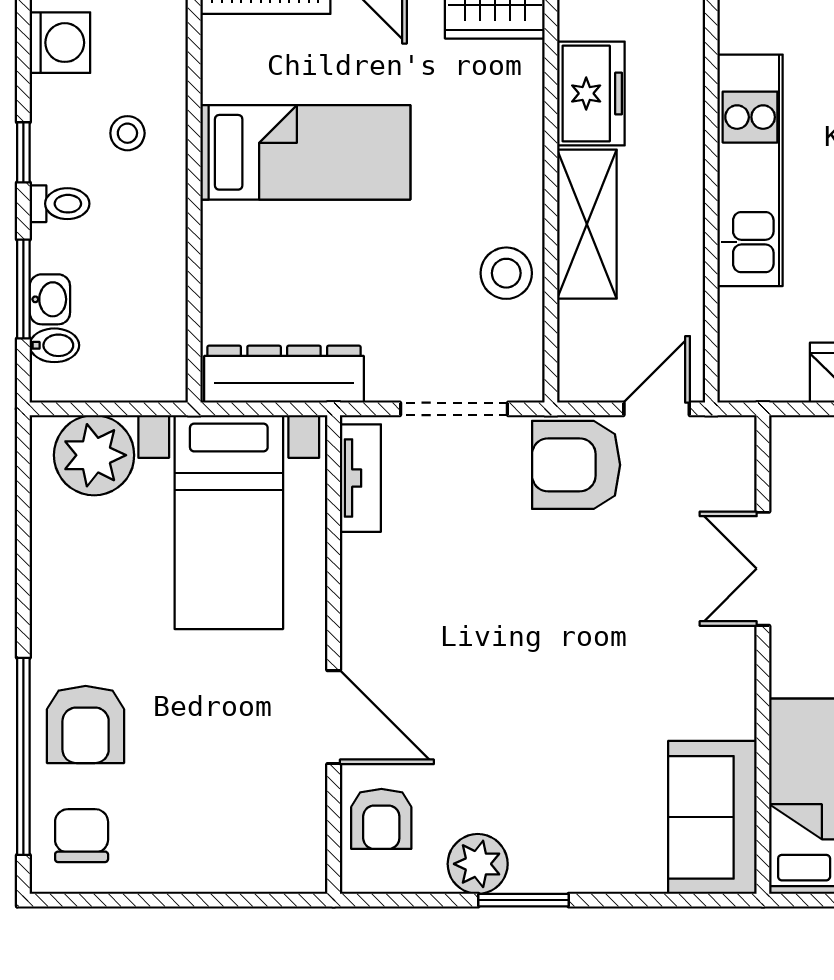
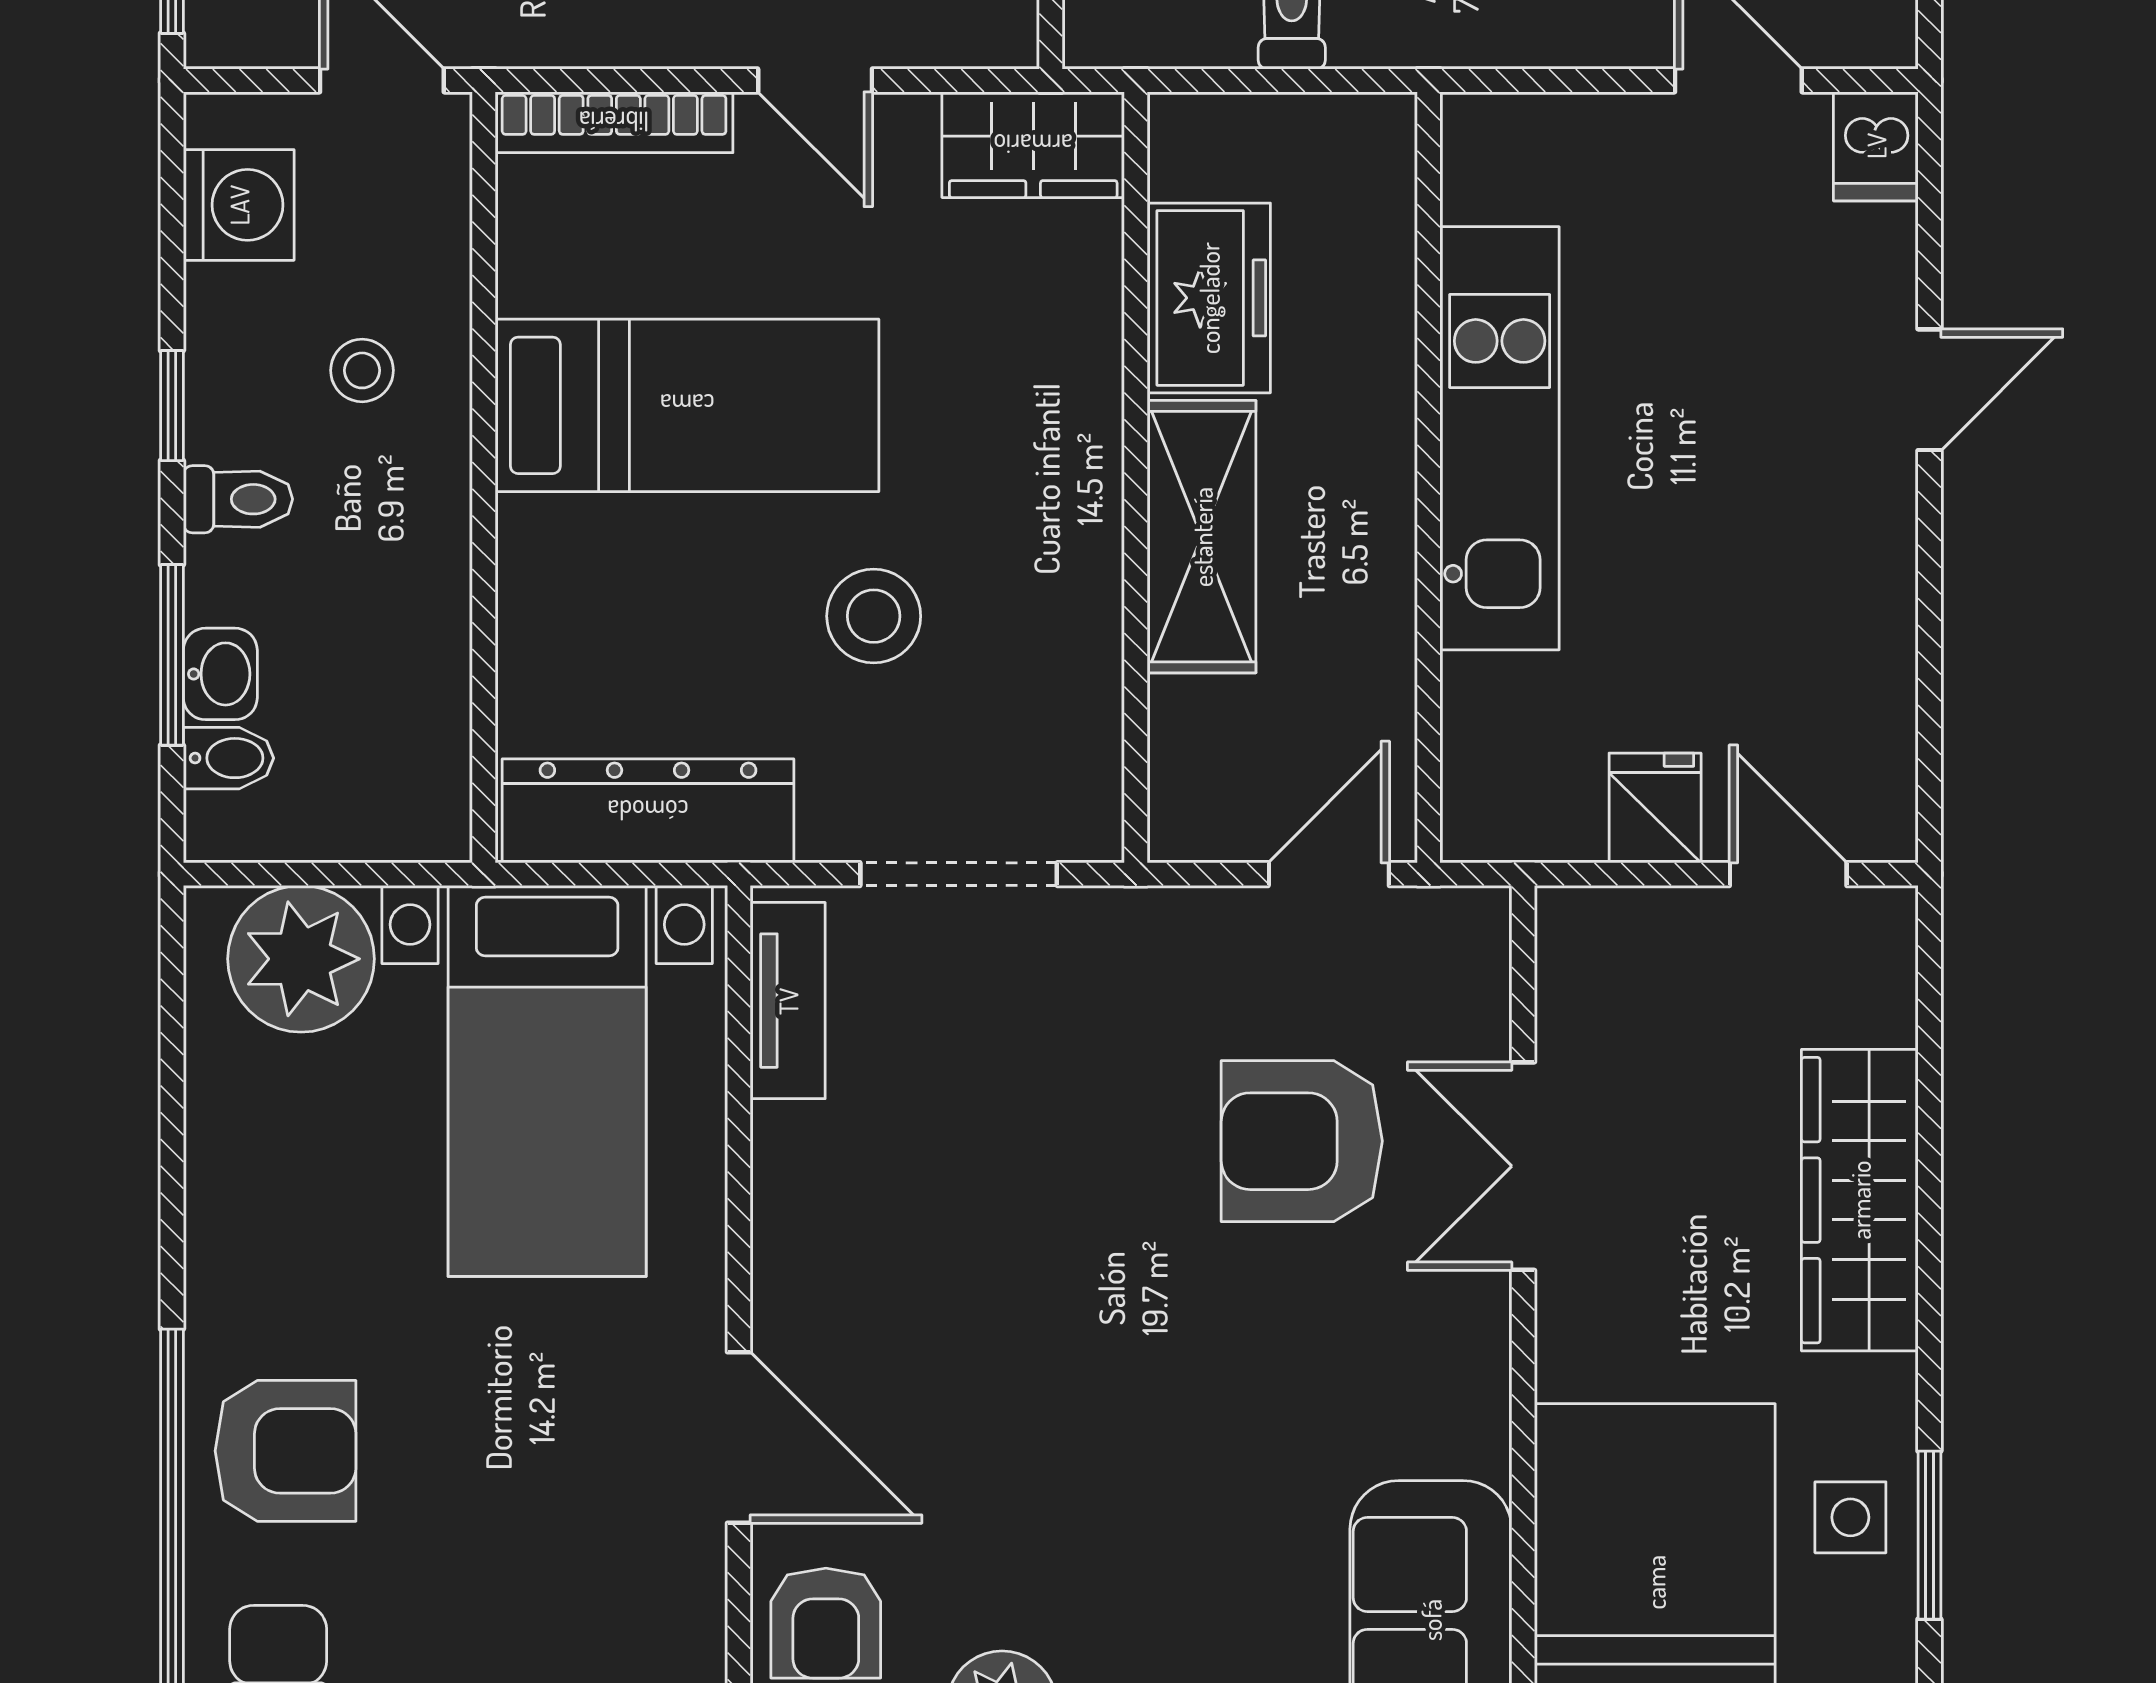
stool: (506, 273) -> (874, 616), moved
armchair: (576, 465) -> (1302, 1141), moved
armchair: (86, 725) -> (285, 1451), turned -90

